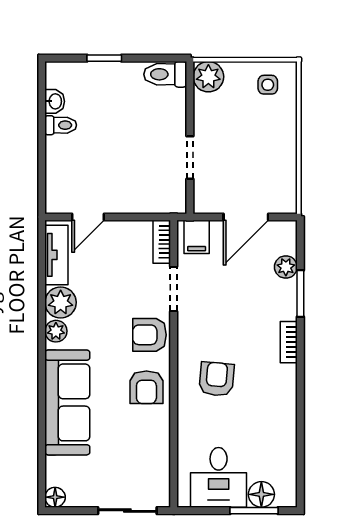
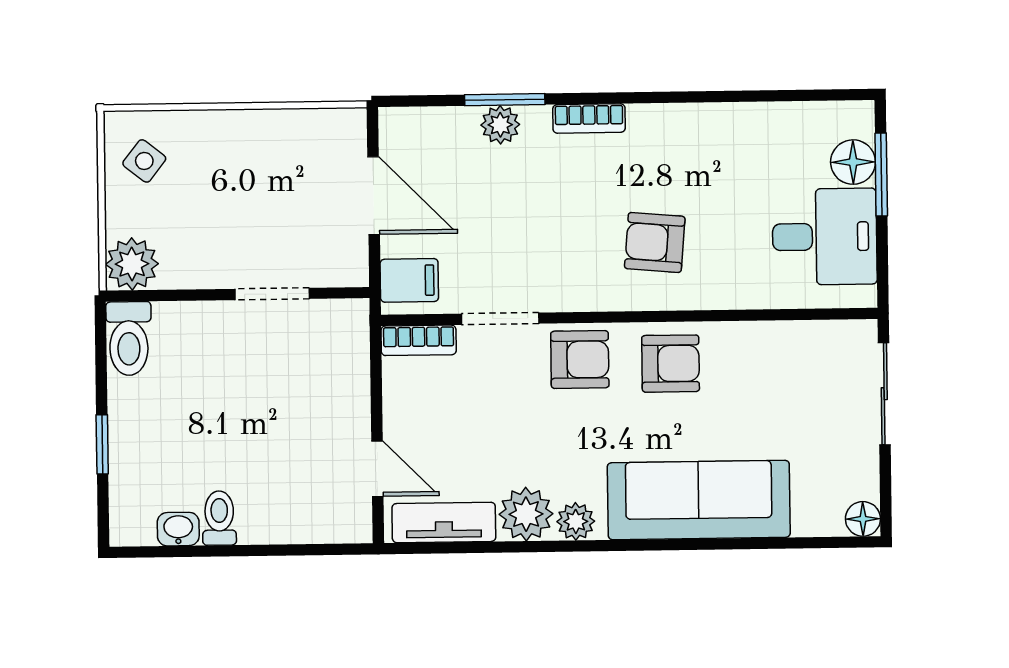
side table: (268, 85) -> (144, 161), turned 38
plant: (286, 267) -> (500, 125), moved
armchair: (149, 335) -> (580, 360), turned -90

